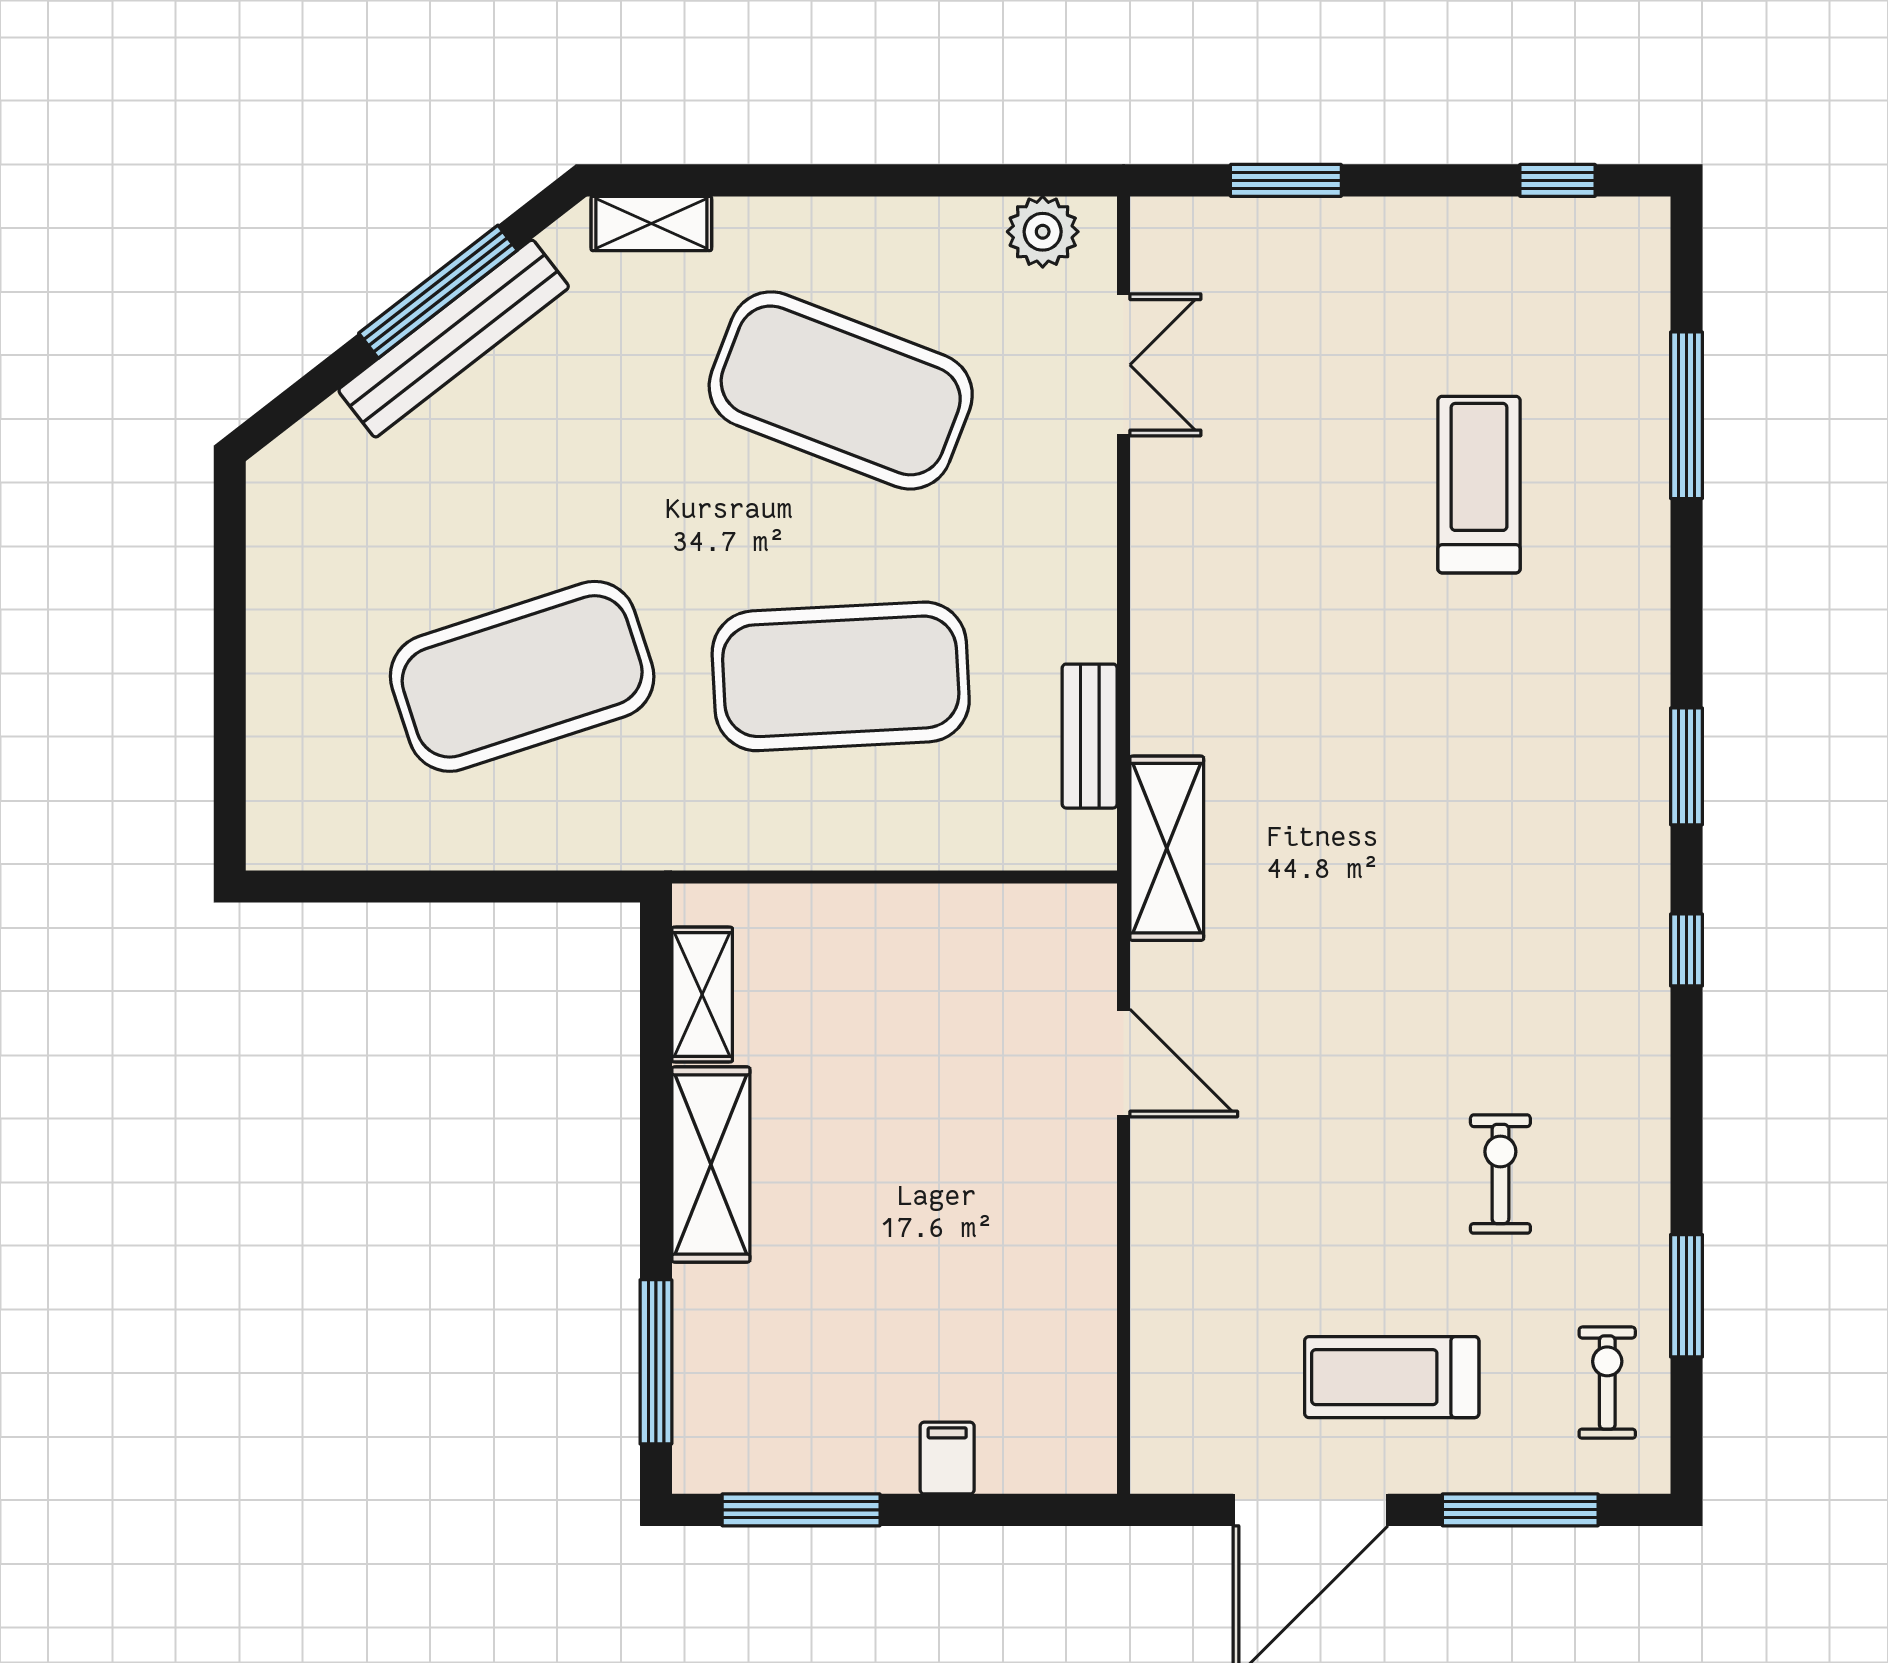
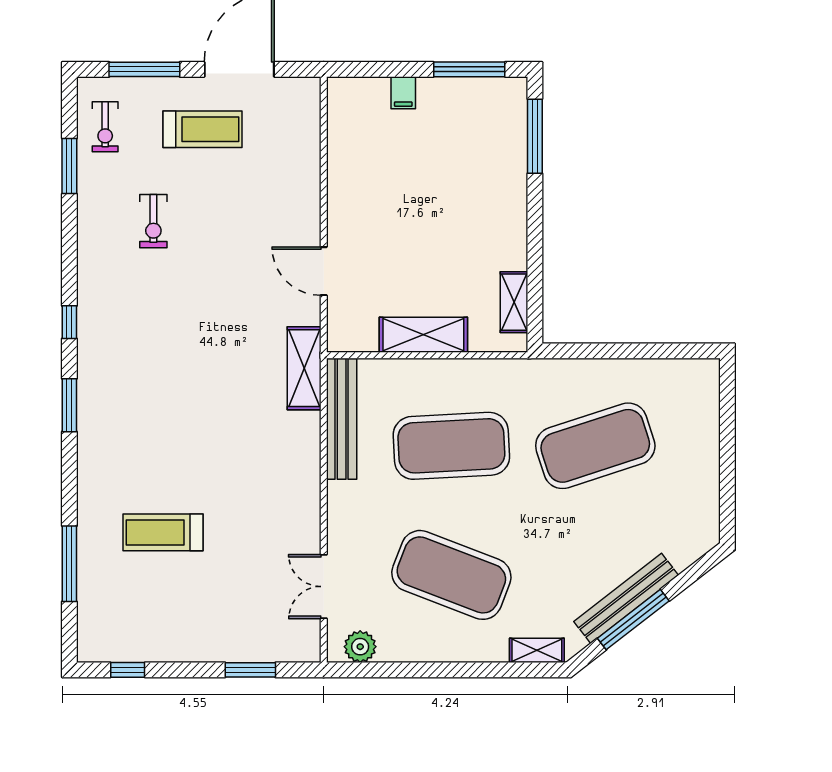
treadmill: (1479, 485) -> (163, 532), turned 90
bench: (1090, 736) -> (342, 419), width x1.86, depth x1.21
shelving: (711, 1164) -> (423, 335), moved, turned 90

